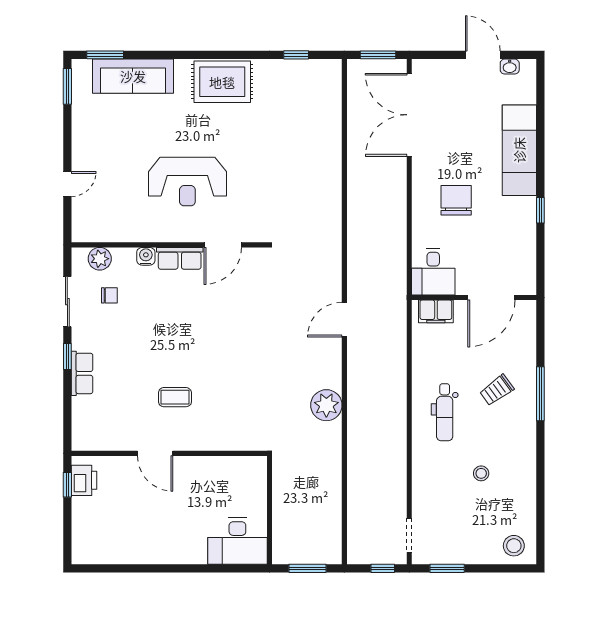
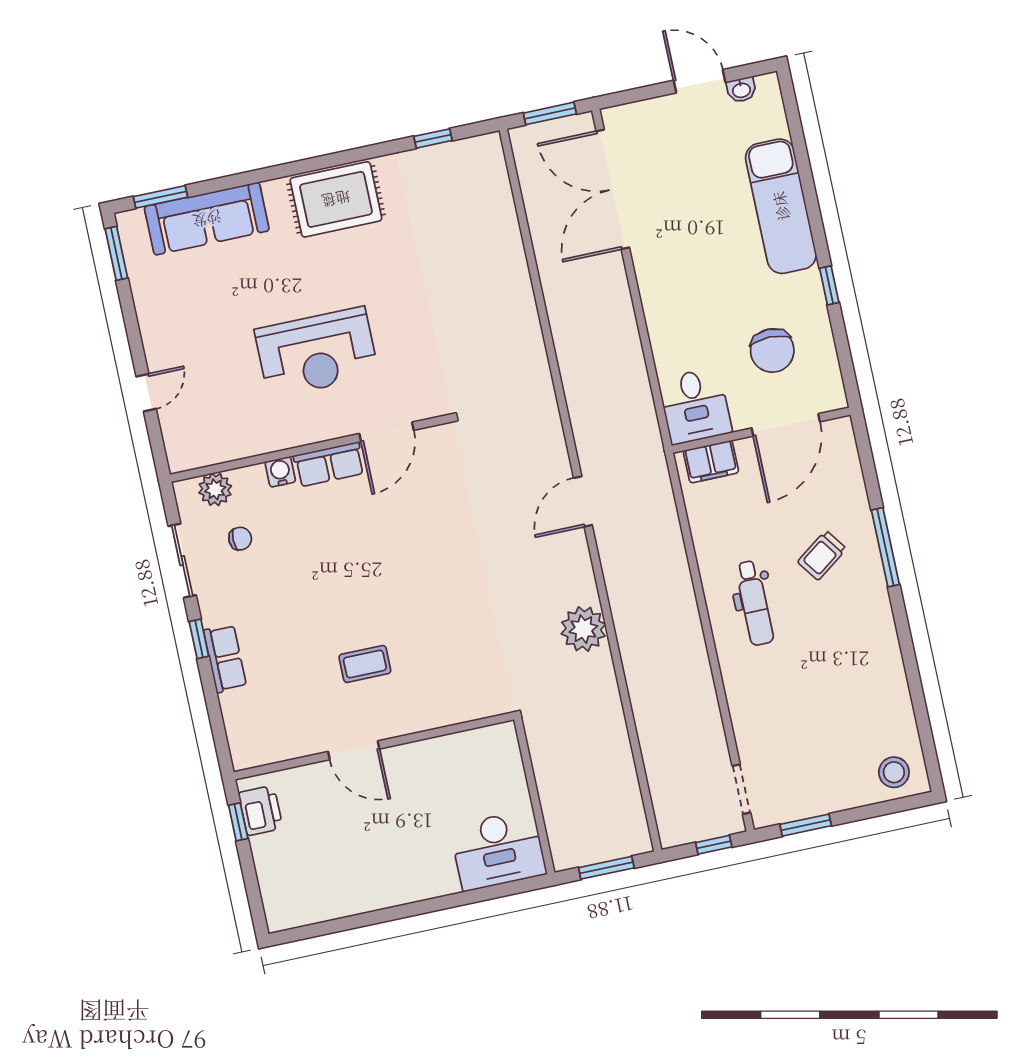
chair: (456, 200) -> (772, 350), moved, turned 180
stool: (481, 473) -> (825, 679), removed

